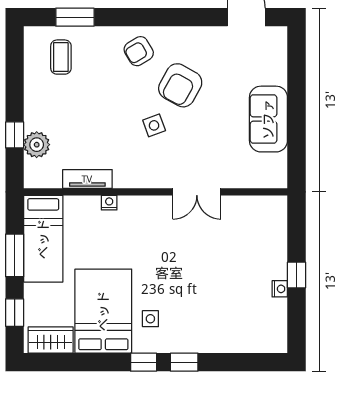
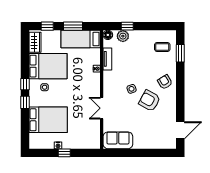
sofa: (268, 119) -> (118, 140), moved
floor lamp: (34, 178) -> (108, 35), added
bed: (223, 311) -> (48, 120), added

